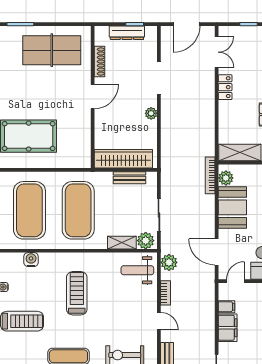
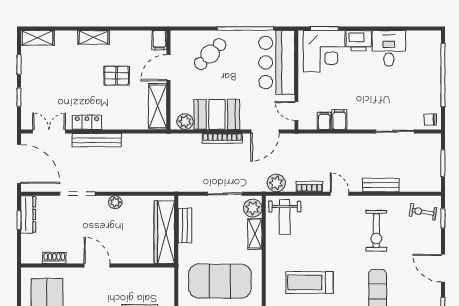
door: (187, 24) -> (19, 164), width x1.36
dresser: (127, 33) -> (28, 214), moved
shoe rack: (100, 62) -> (54, 258), width x0.70
bench: (209, 96) -> (97, 140), added
bookcase: (210, 175) -> (222, 138), moved
door: (159, 321) -> (340, 194), hinge flipped
filing cabinet: (228, 328) -> (339, 120), width x0.50

